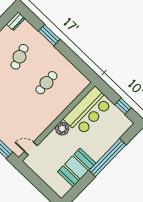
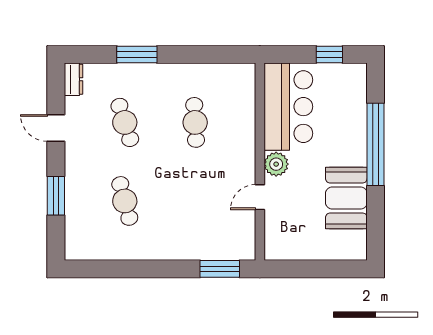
door: (31, 149) -> (260, 197), moved

